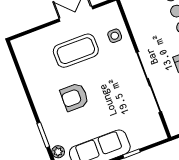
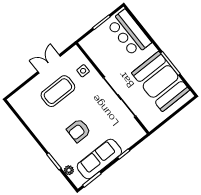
armchair: (74, 97) -> (79, 131), moved

